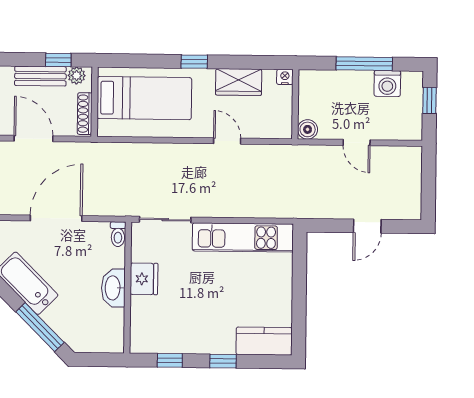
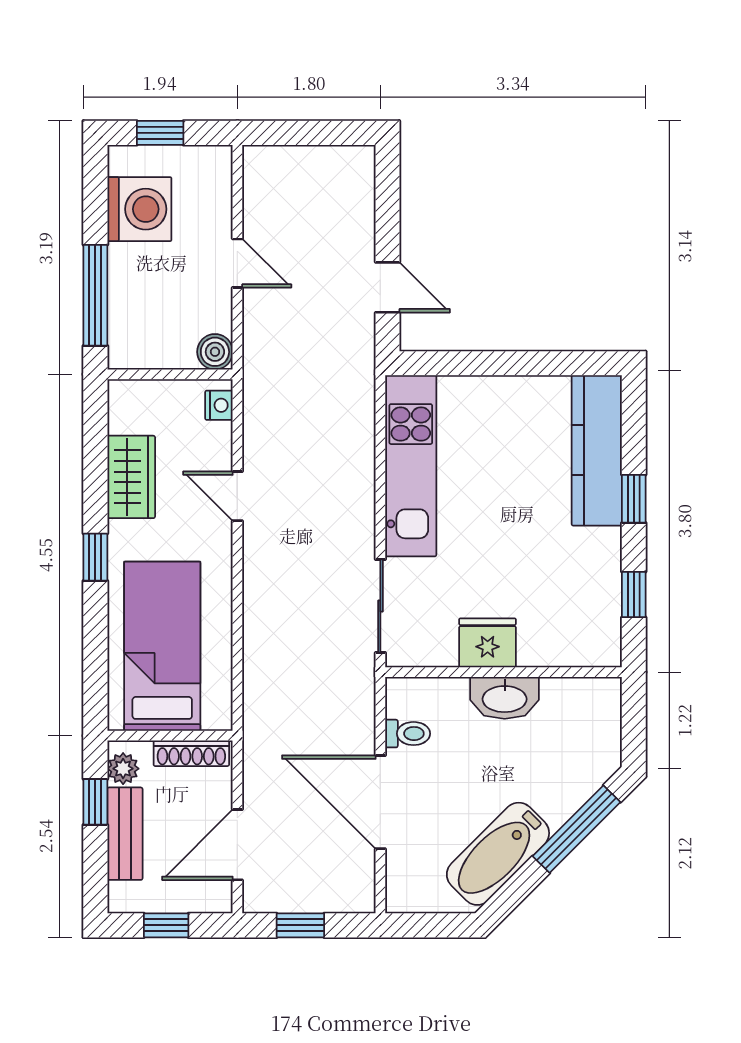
window: (364, 64) -> (95, 295), moved
nightstand: (285, 77) -> (219, 405), moved, turned 180
washing machine: (387, 84) -> (139, 209), width x1.37, depth x1.37
door: (227, 141) -> (237, 496), hinge flipped
door: (357, 143) -> (237, 263), hinge flipped
door: (367, 226) -> (388, 287), moved
toilet: (118, 234) -> (408, 734), moved
kitchen counter: (264, 341) -> (597, 450), width x1.50

